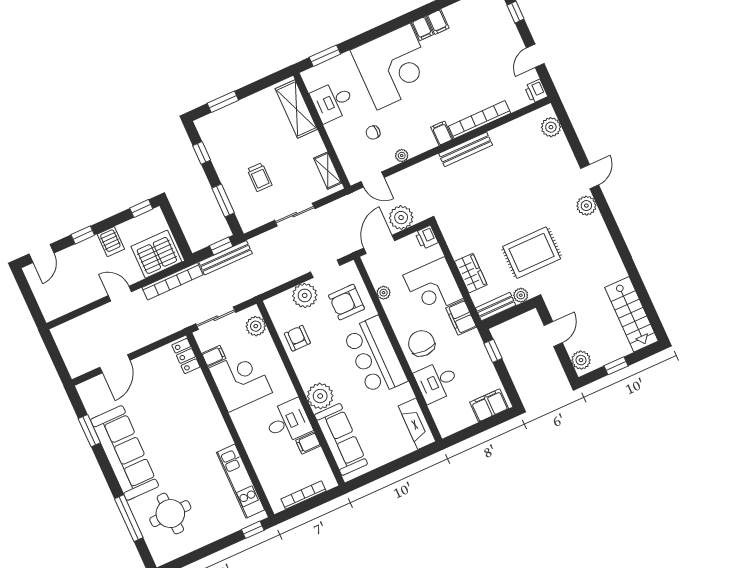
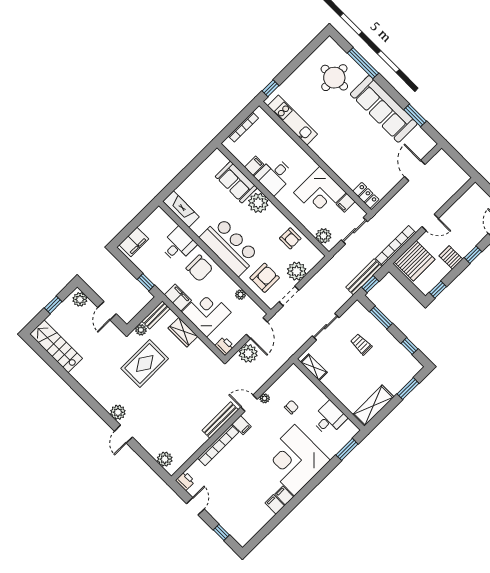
shelving: (296, 109) -> (373, 406), moved, turned 90
door: (373, 179) -> (249, 403), moved
sofa: (341, 439) -> (236, 182), width x0.73

